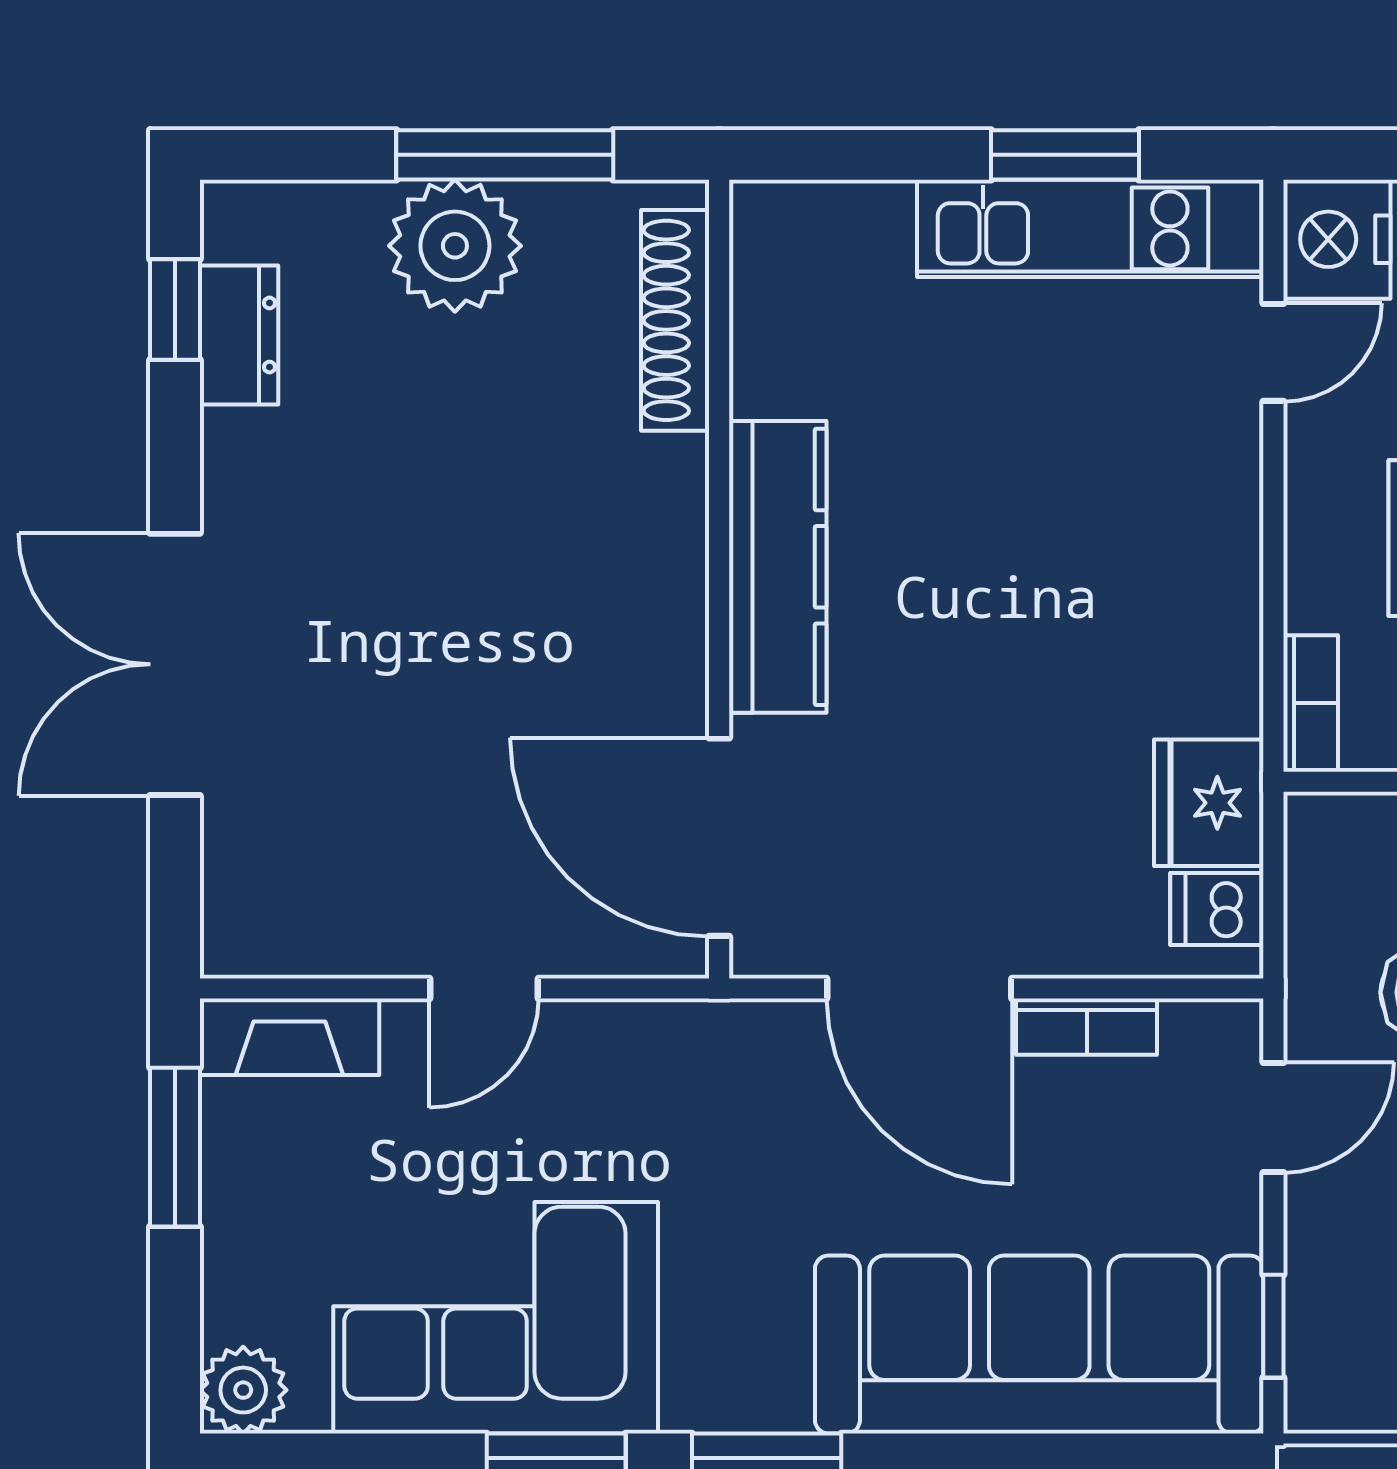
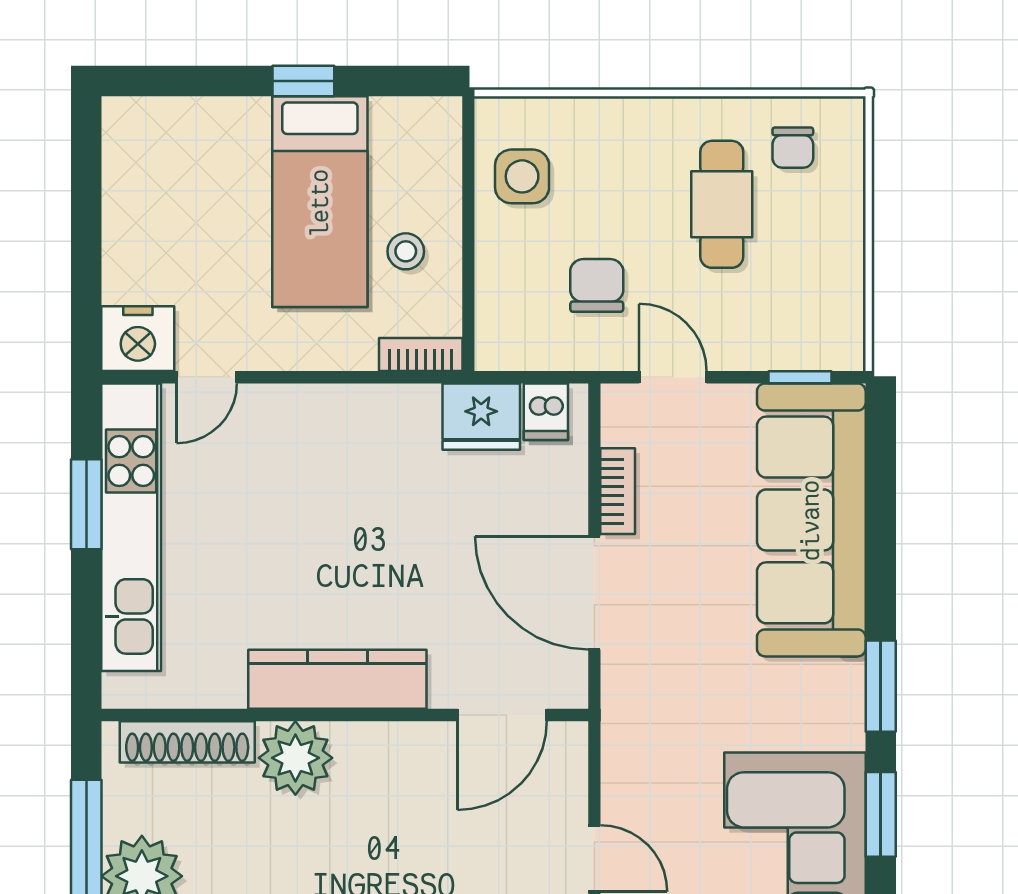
kitchen unit: (1090, 228) -> (131, 527), width x1.36
door: (1273, 352) -> (207, 377), swing flipped
plant: (649, 498) -> (295, 758), added
door: (719, 837) -> (502, 715), width x0.73
door: (919, 989) -> (594, 593), swing flipped

